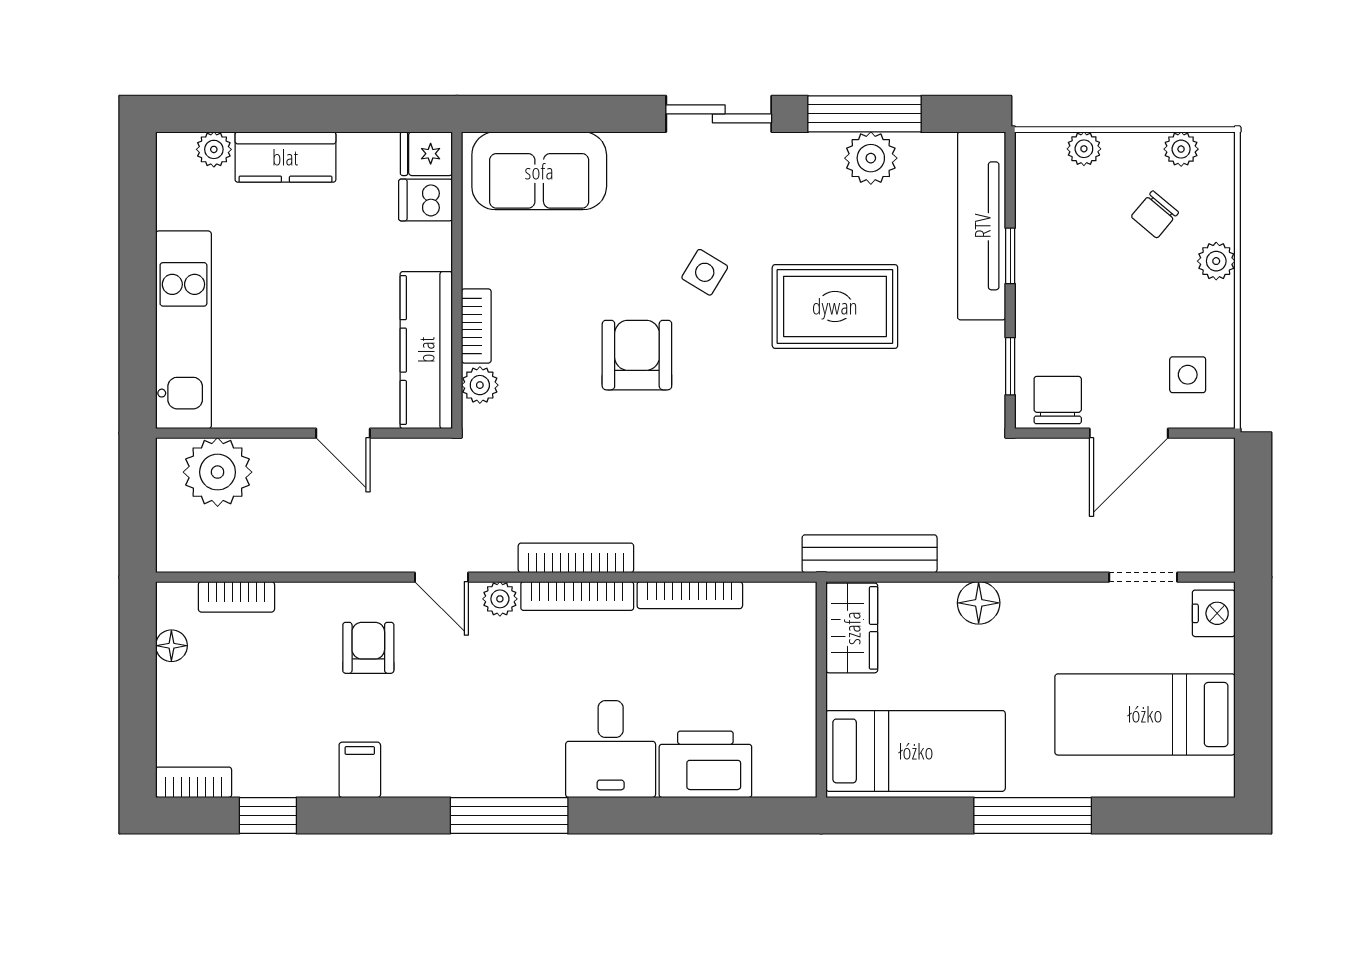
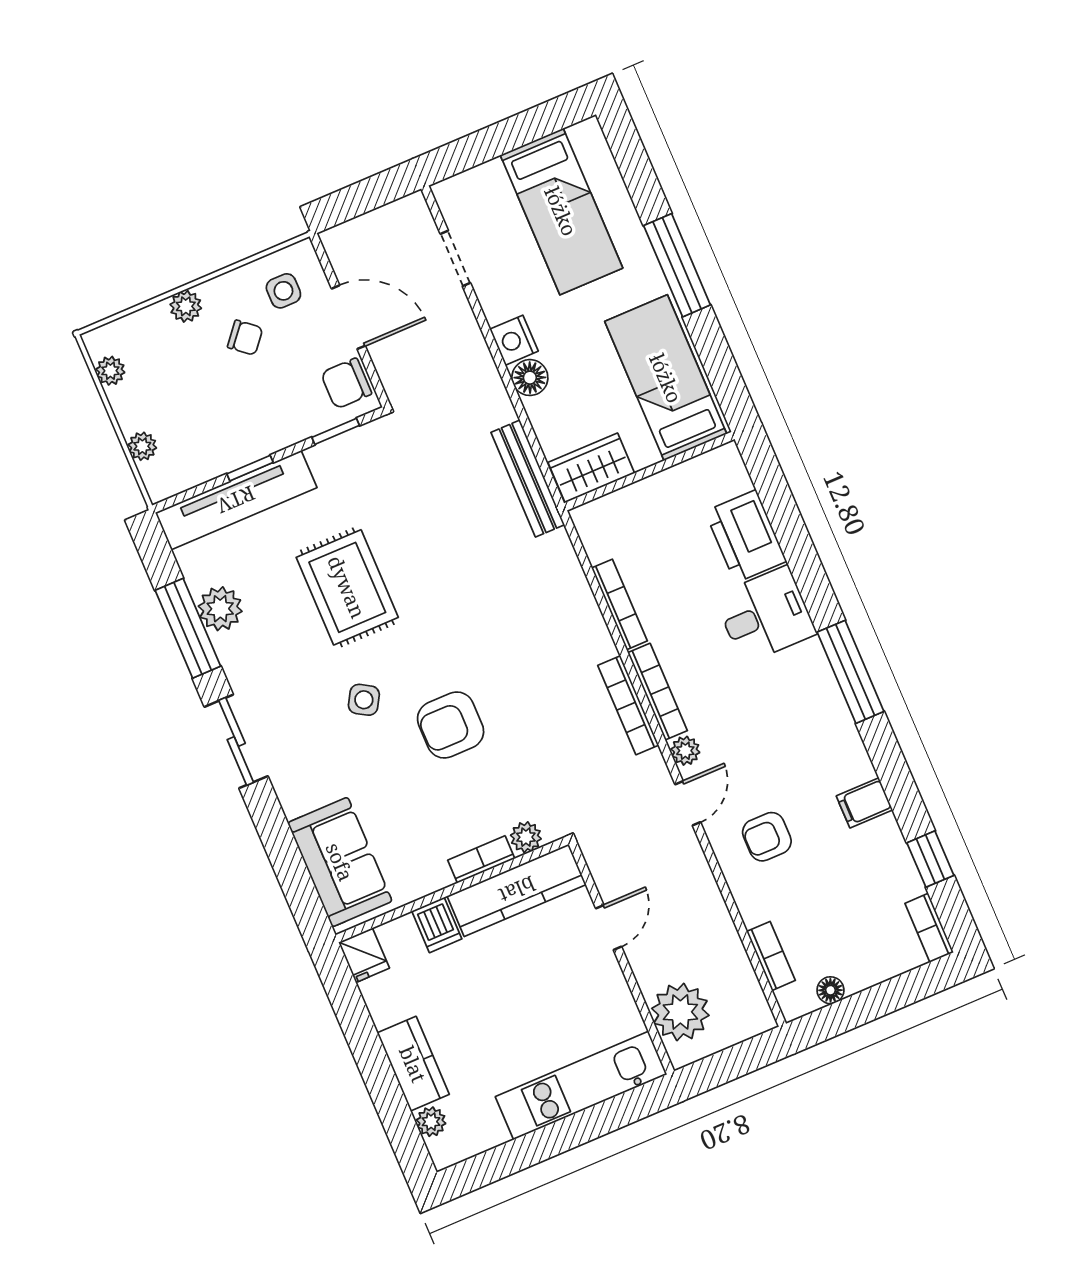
dishwasher: (426, 200) -> (437, 925), moved
chair: (1155, 214) -> (245, 338), moved
nightstand: (1214, 613) -> (514, 340), moved, turned -90

